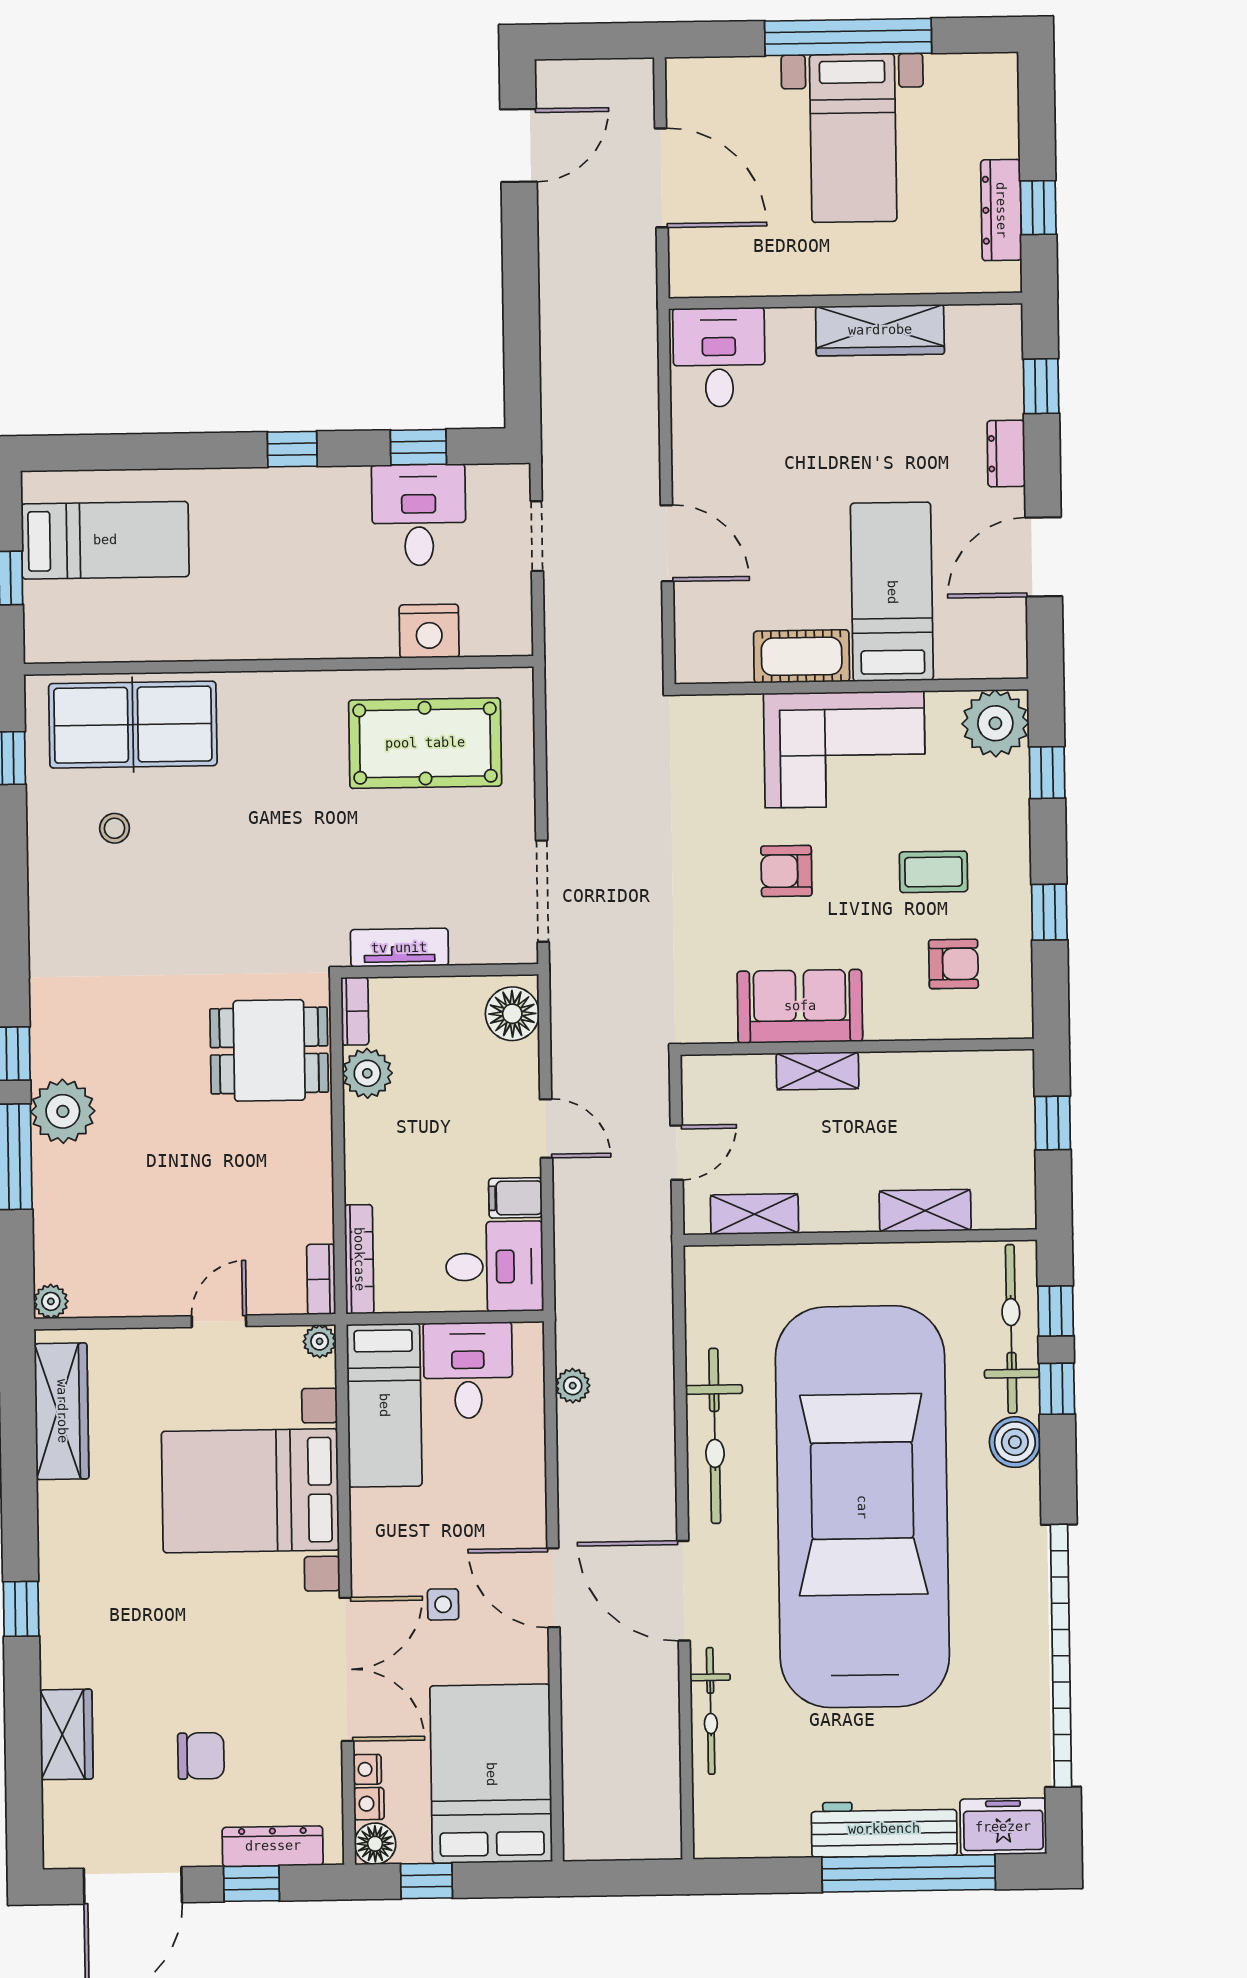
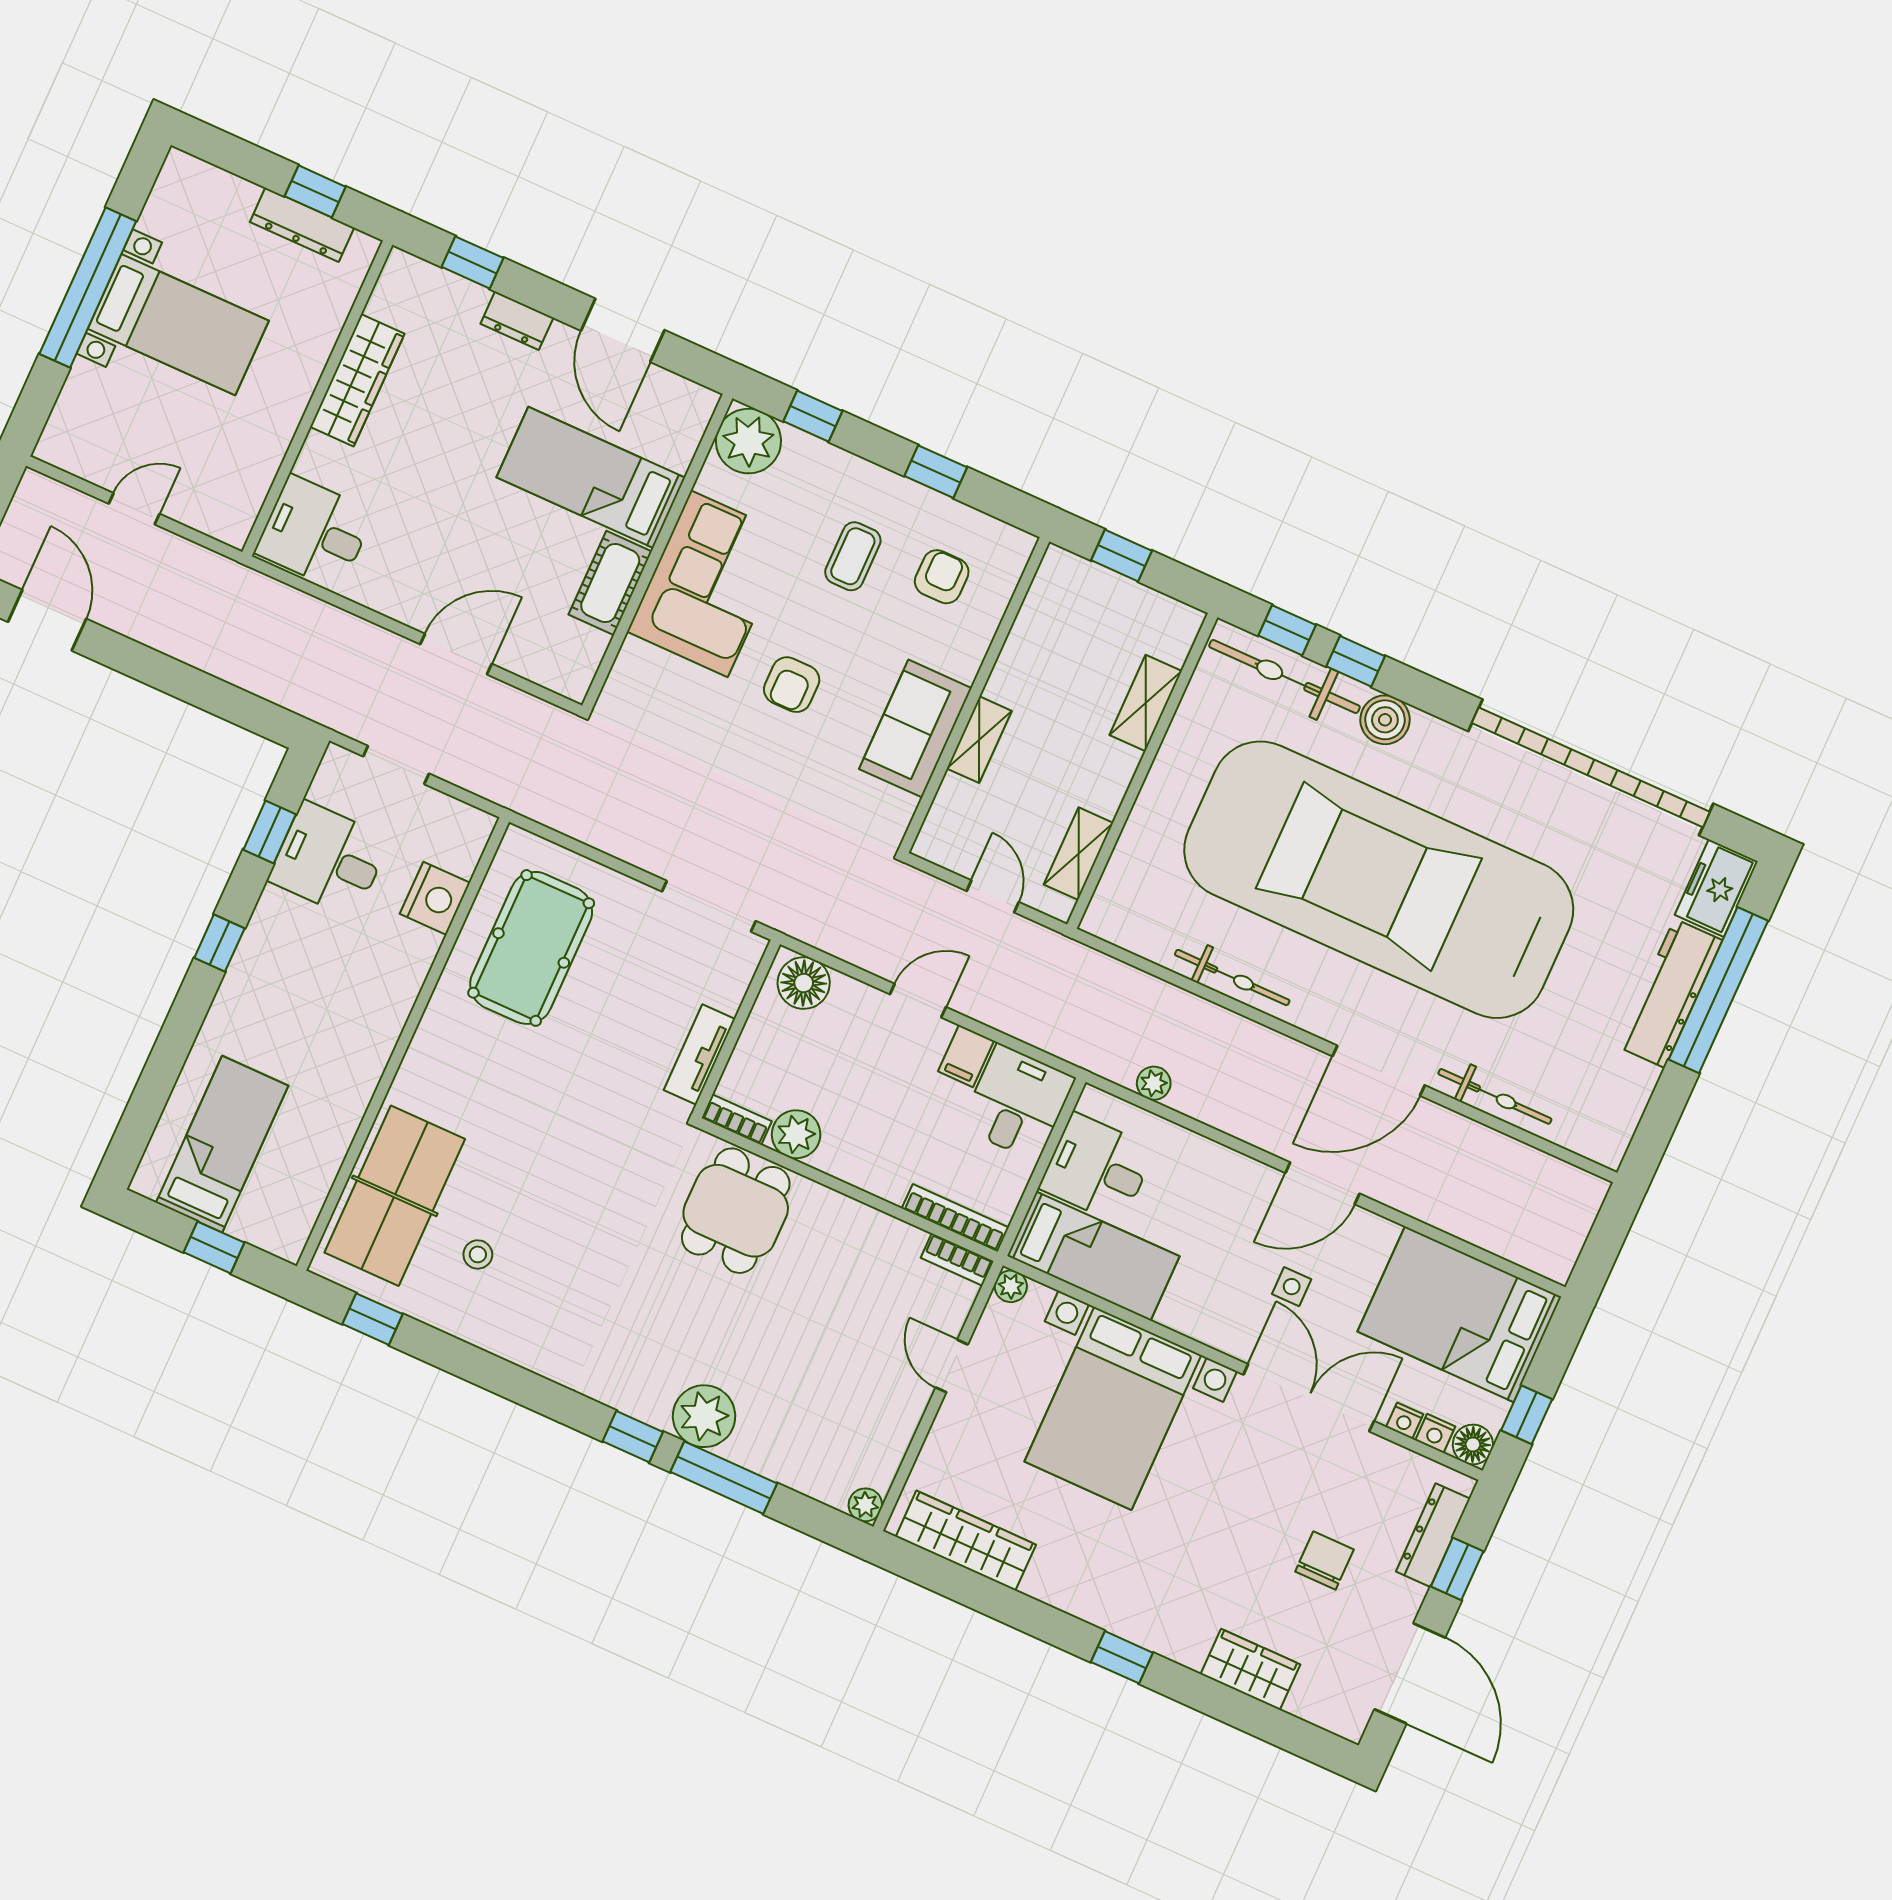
door: (661, 178) -> (134, 509), width x0.53
bicycle: (715, 1436) -> (1232, 978), width x0.73, depth x0.71

